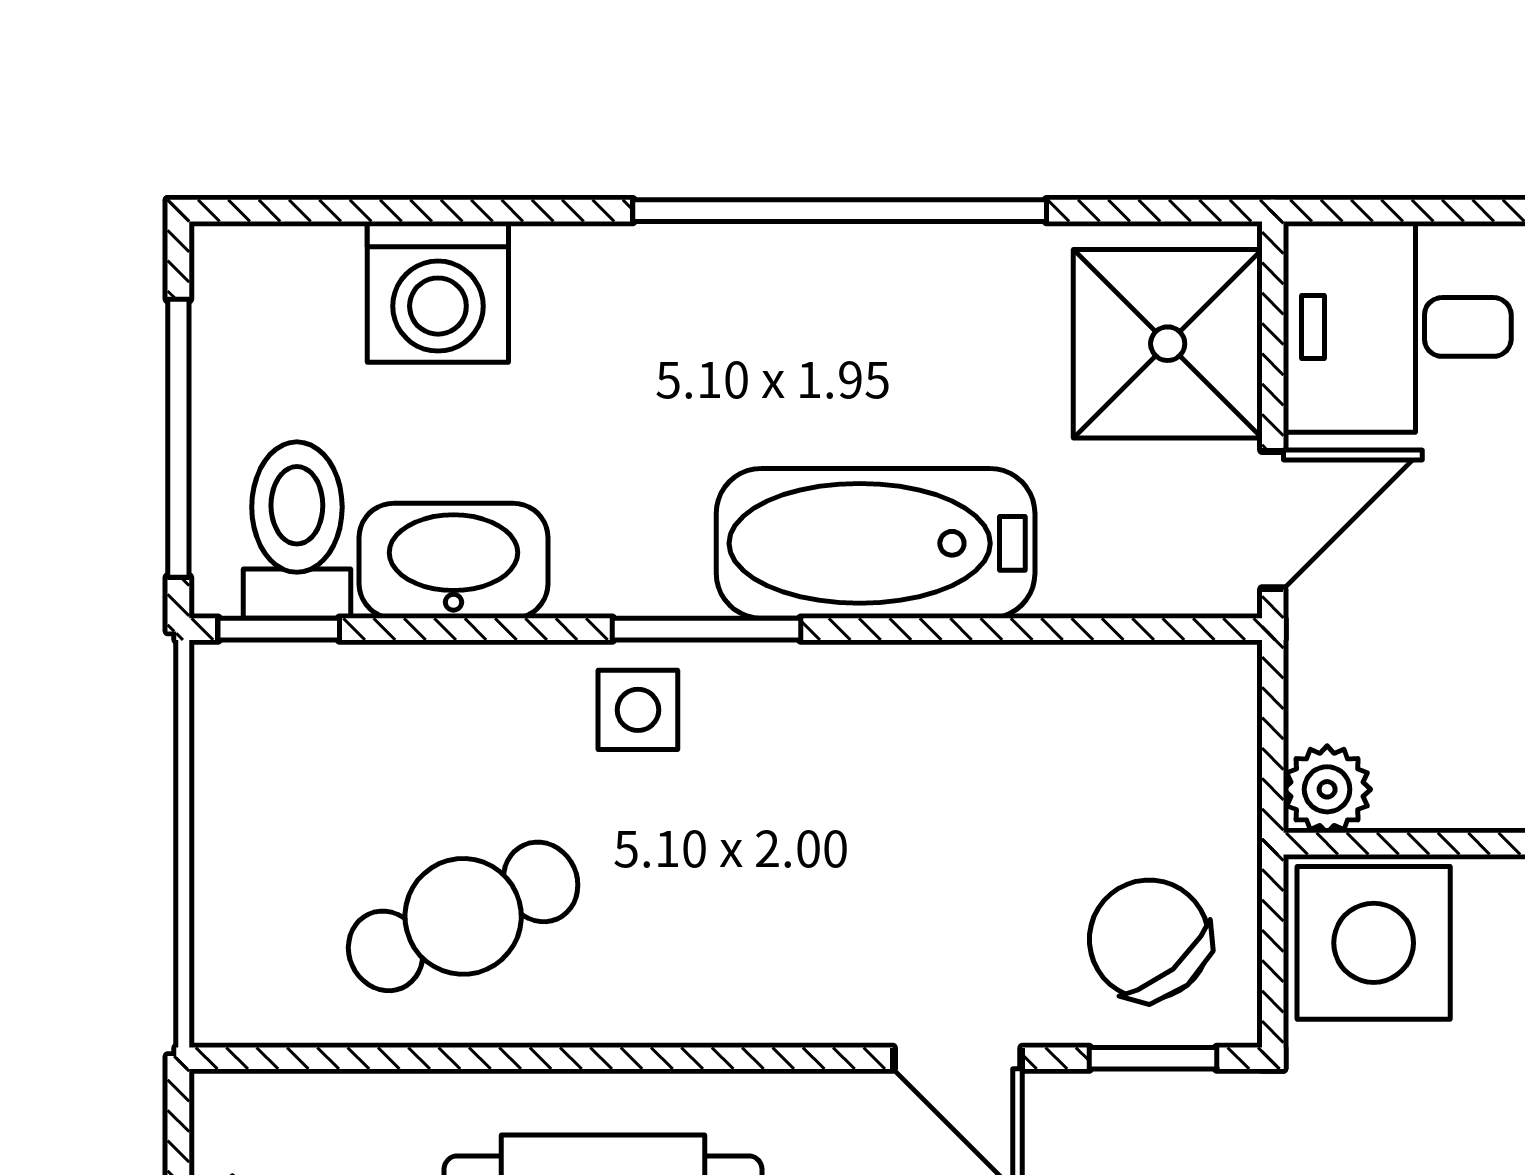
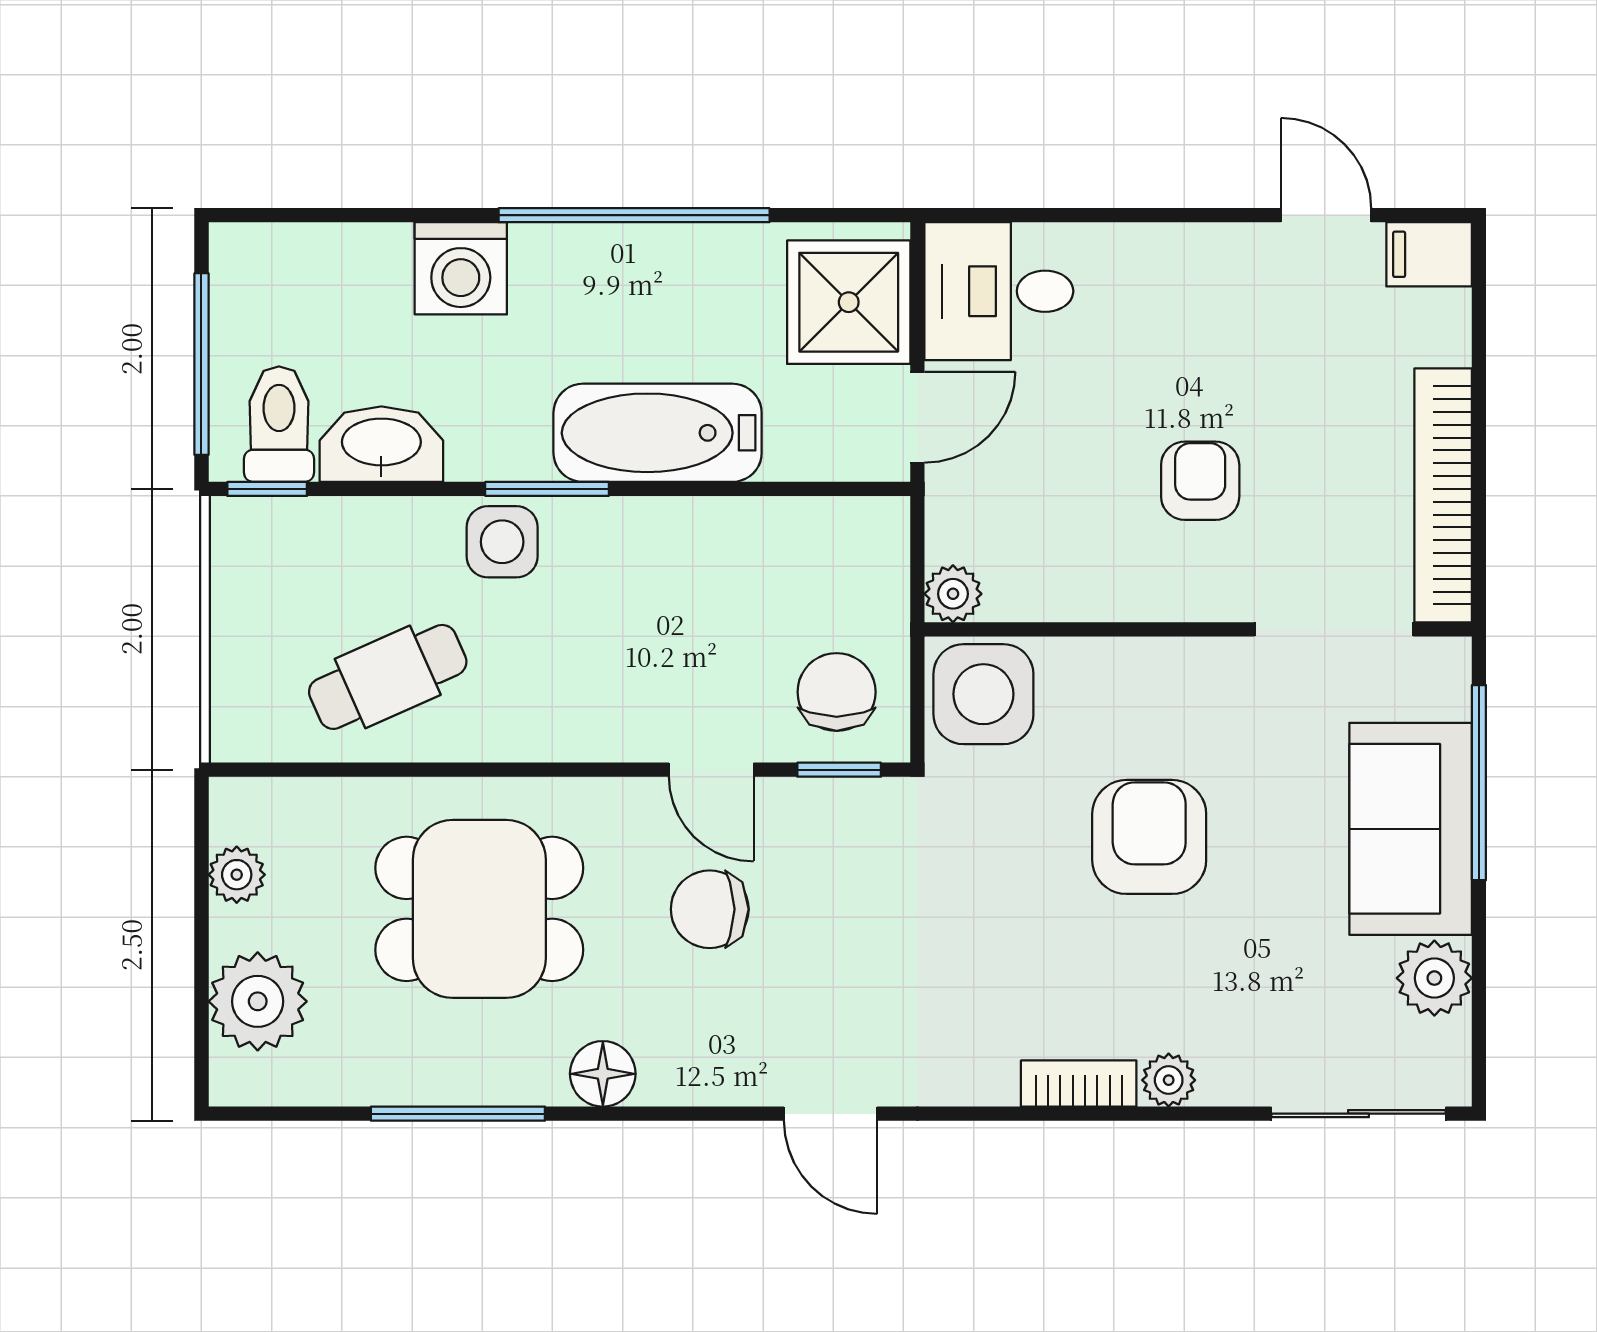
washing machine: (438, 292) -> (461, 268), moved
side table: (638, 710) -> (502, 542), width x1.37, depth x1.37
chair: (1149, 939) -> (837, 692), turned 40

